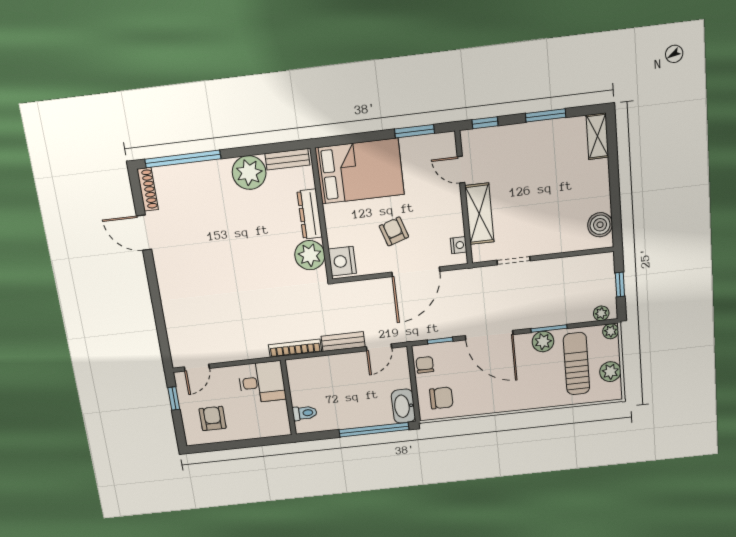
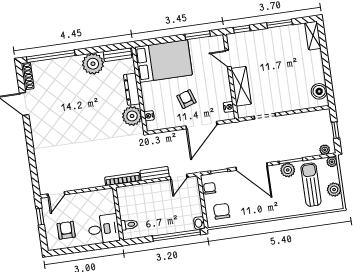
nightstand: (342, 261) -> (149, 116), width x0.53, depth x0.56
desk: (262, 382) -> (104, 229), moved
chair: (441, 398) -> (222, 211), turned -90
washbasin: (403, 406) -> (199, 223), width x0.52, depth x0.69

